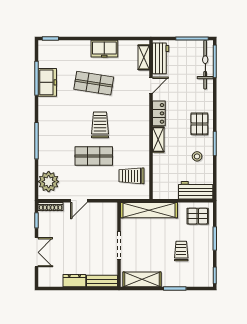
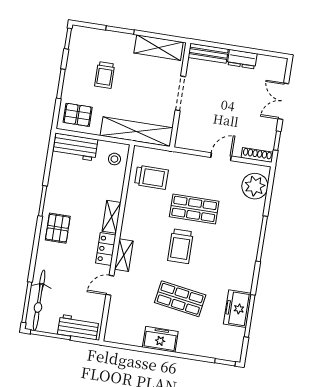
shelving: (144, 57) -> (124, 255), moved
workbench: (161, 58) -> (78, 327), moved, turned 90
stool: (197, 156) -> (114, 159), moved

